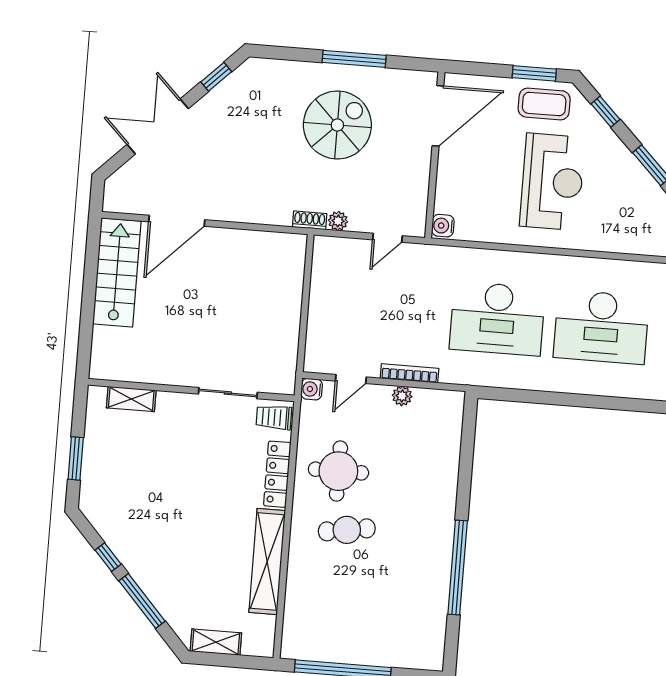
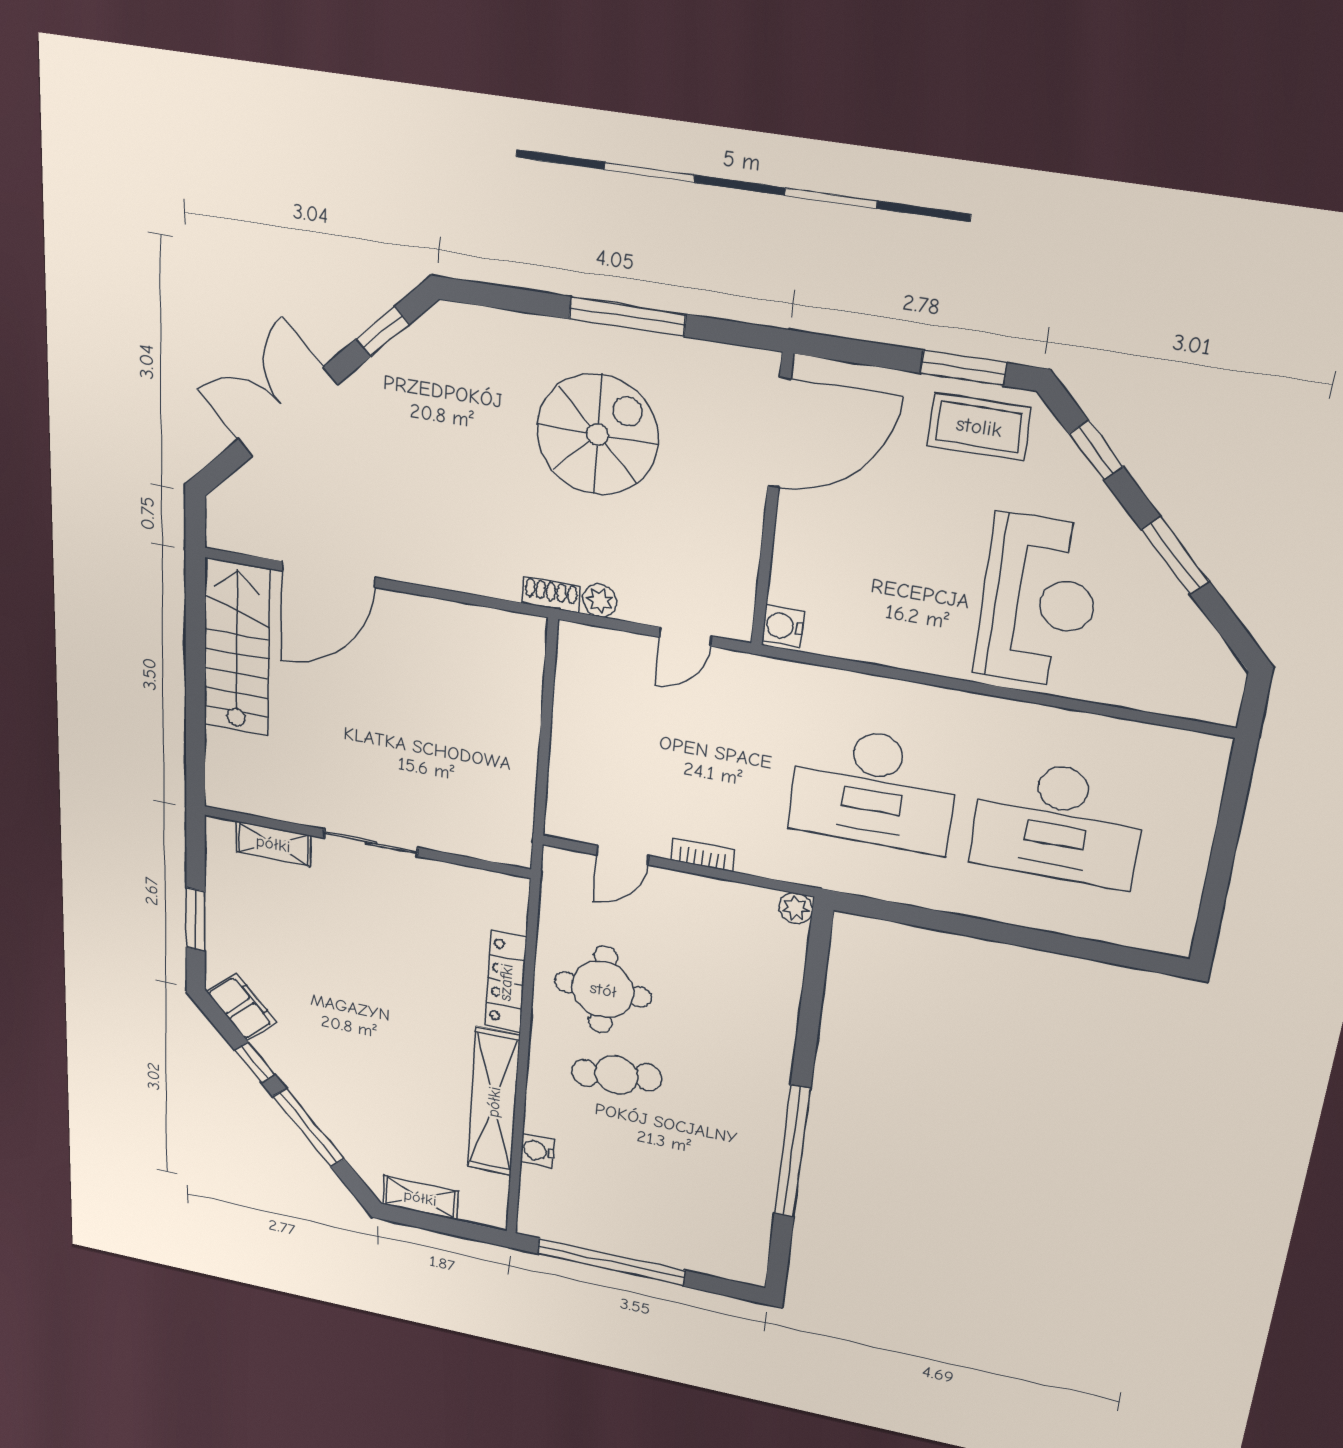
reception desk: (552, 182) -> (1038, 601), moved
bookcase: (409, 373) -> (703, 855), width x0.64
water cooler: (312, 389) -> (537, 1151), moved
sliding door: (228, 393) -> (371, 843), moved
plant: (402, 396) -> (796, 908), moved
trolley: (274, 417) -> (498, 898), removed
filing cabinet: (102, 517) -> (242, 1007), added

